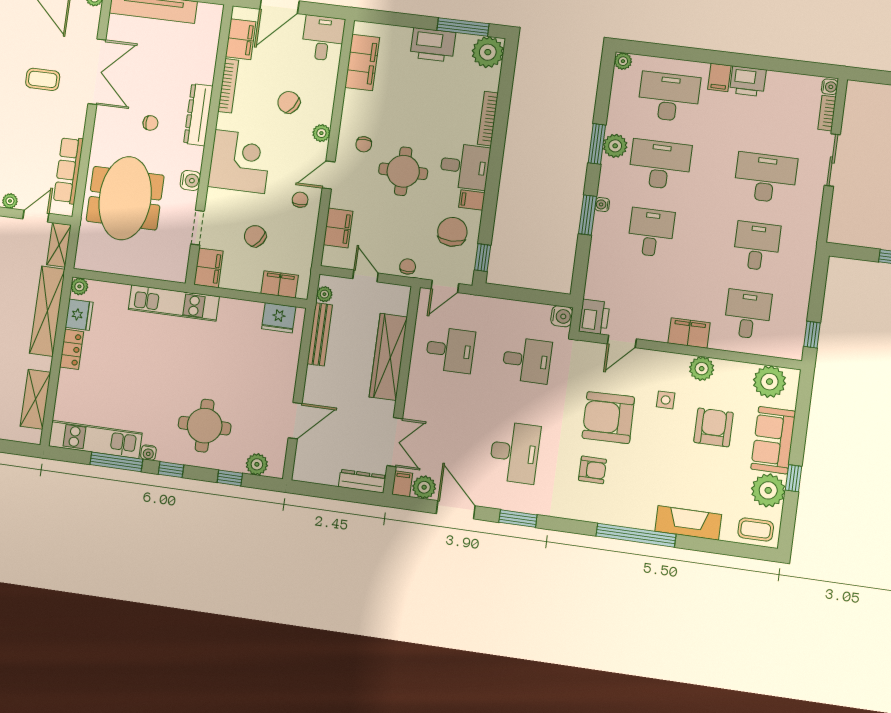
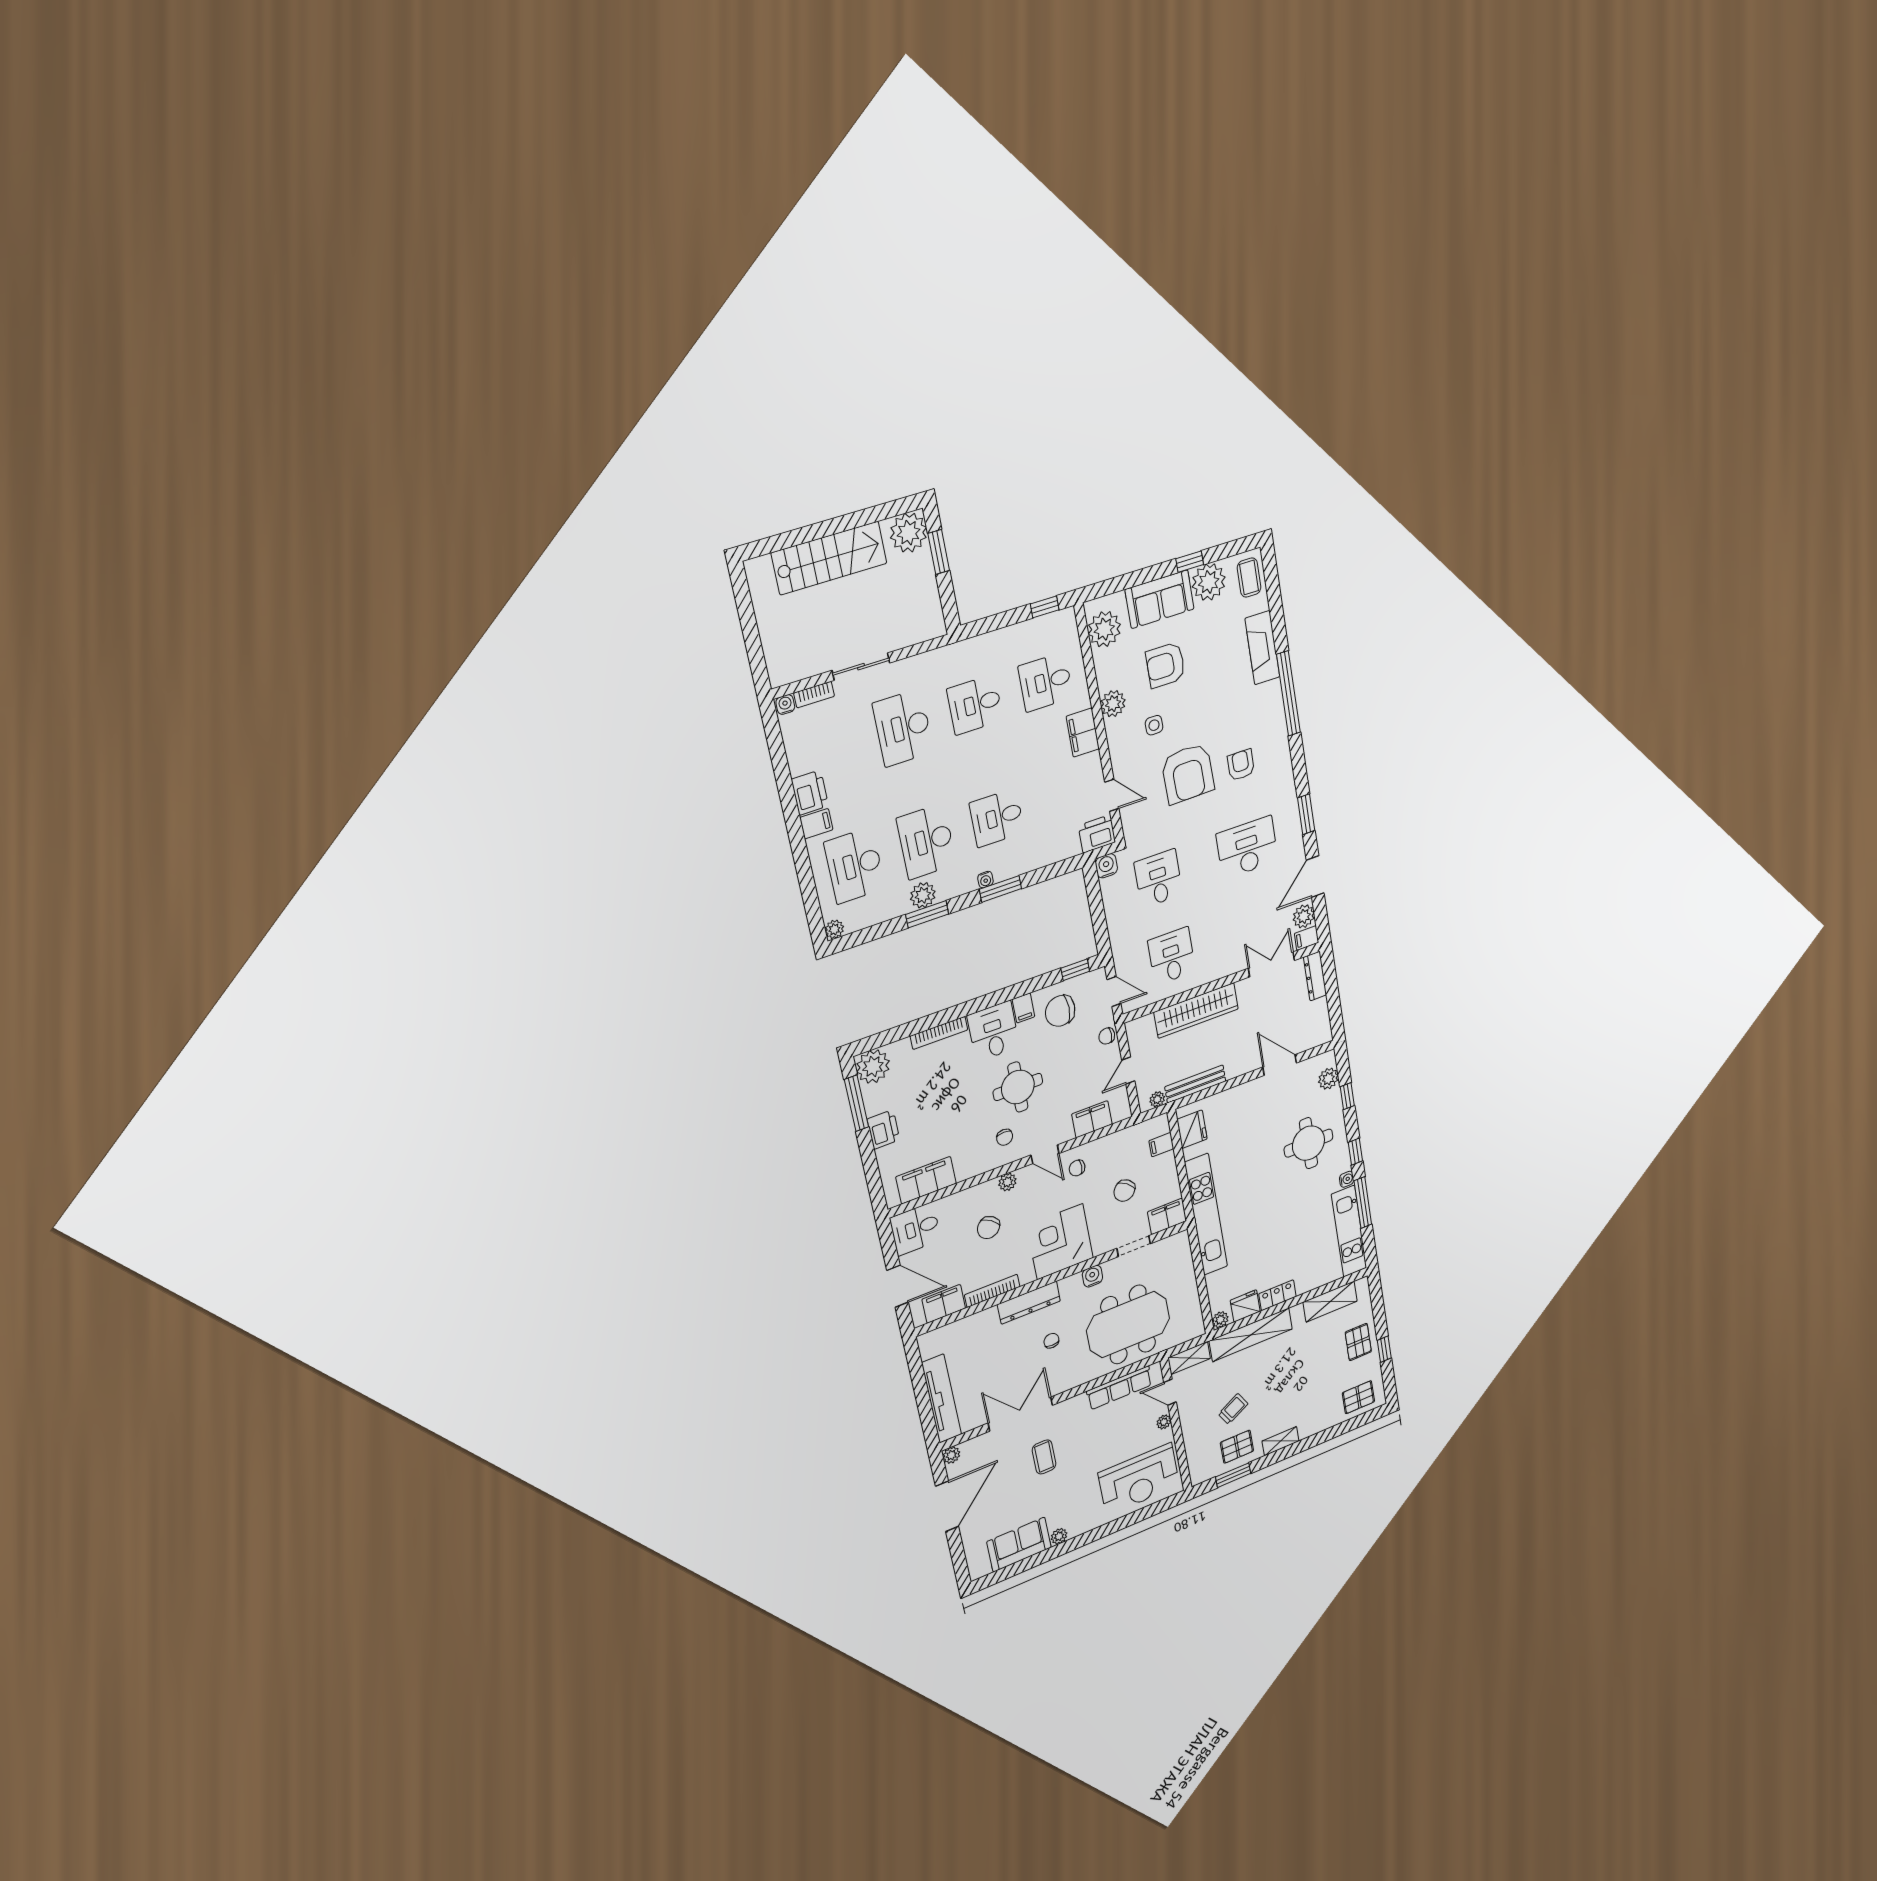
printer: (433, 45) -> (883, 1129), width x0.73, depth x0.84
chair: (364, 144) -> (1005, 1137), turned 90
filing cabinet: (280, 284) -> (1161, 1145), width x0.50
kitchen unit: (174, 303) -> (1206, 1215), width x1.36

